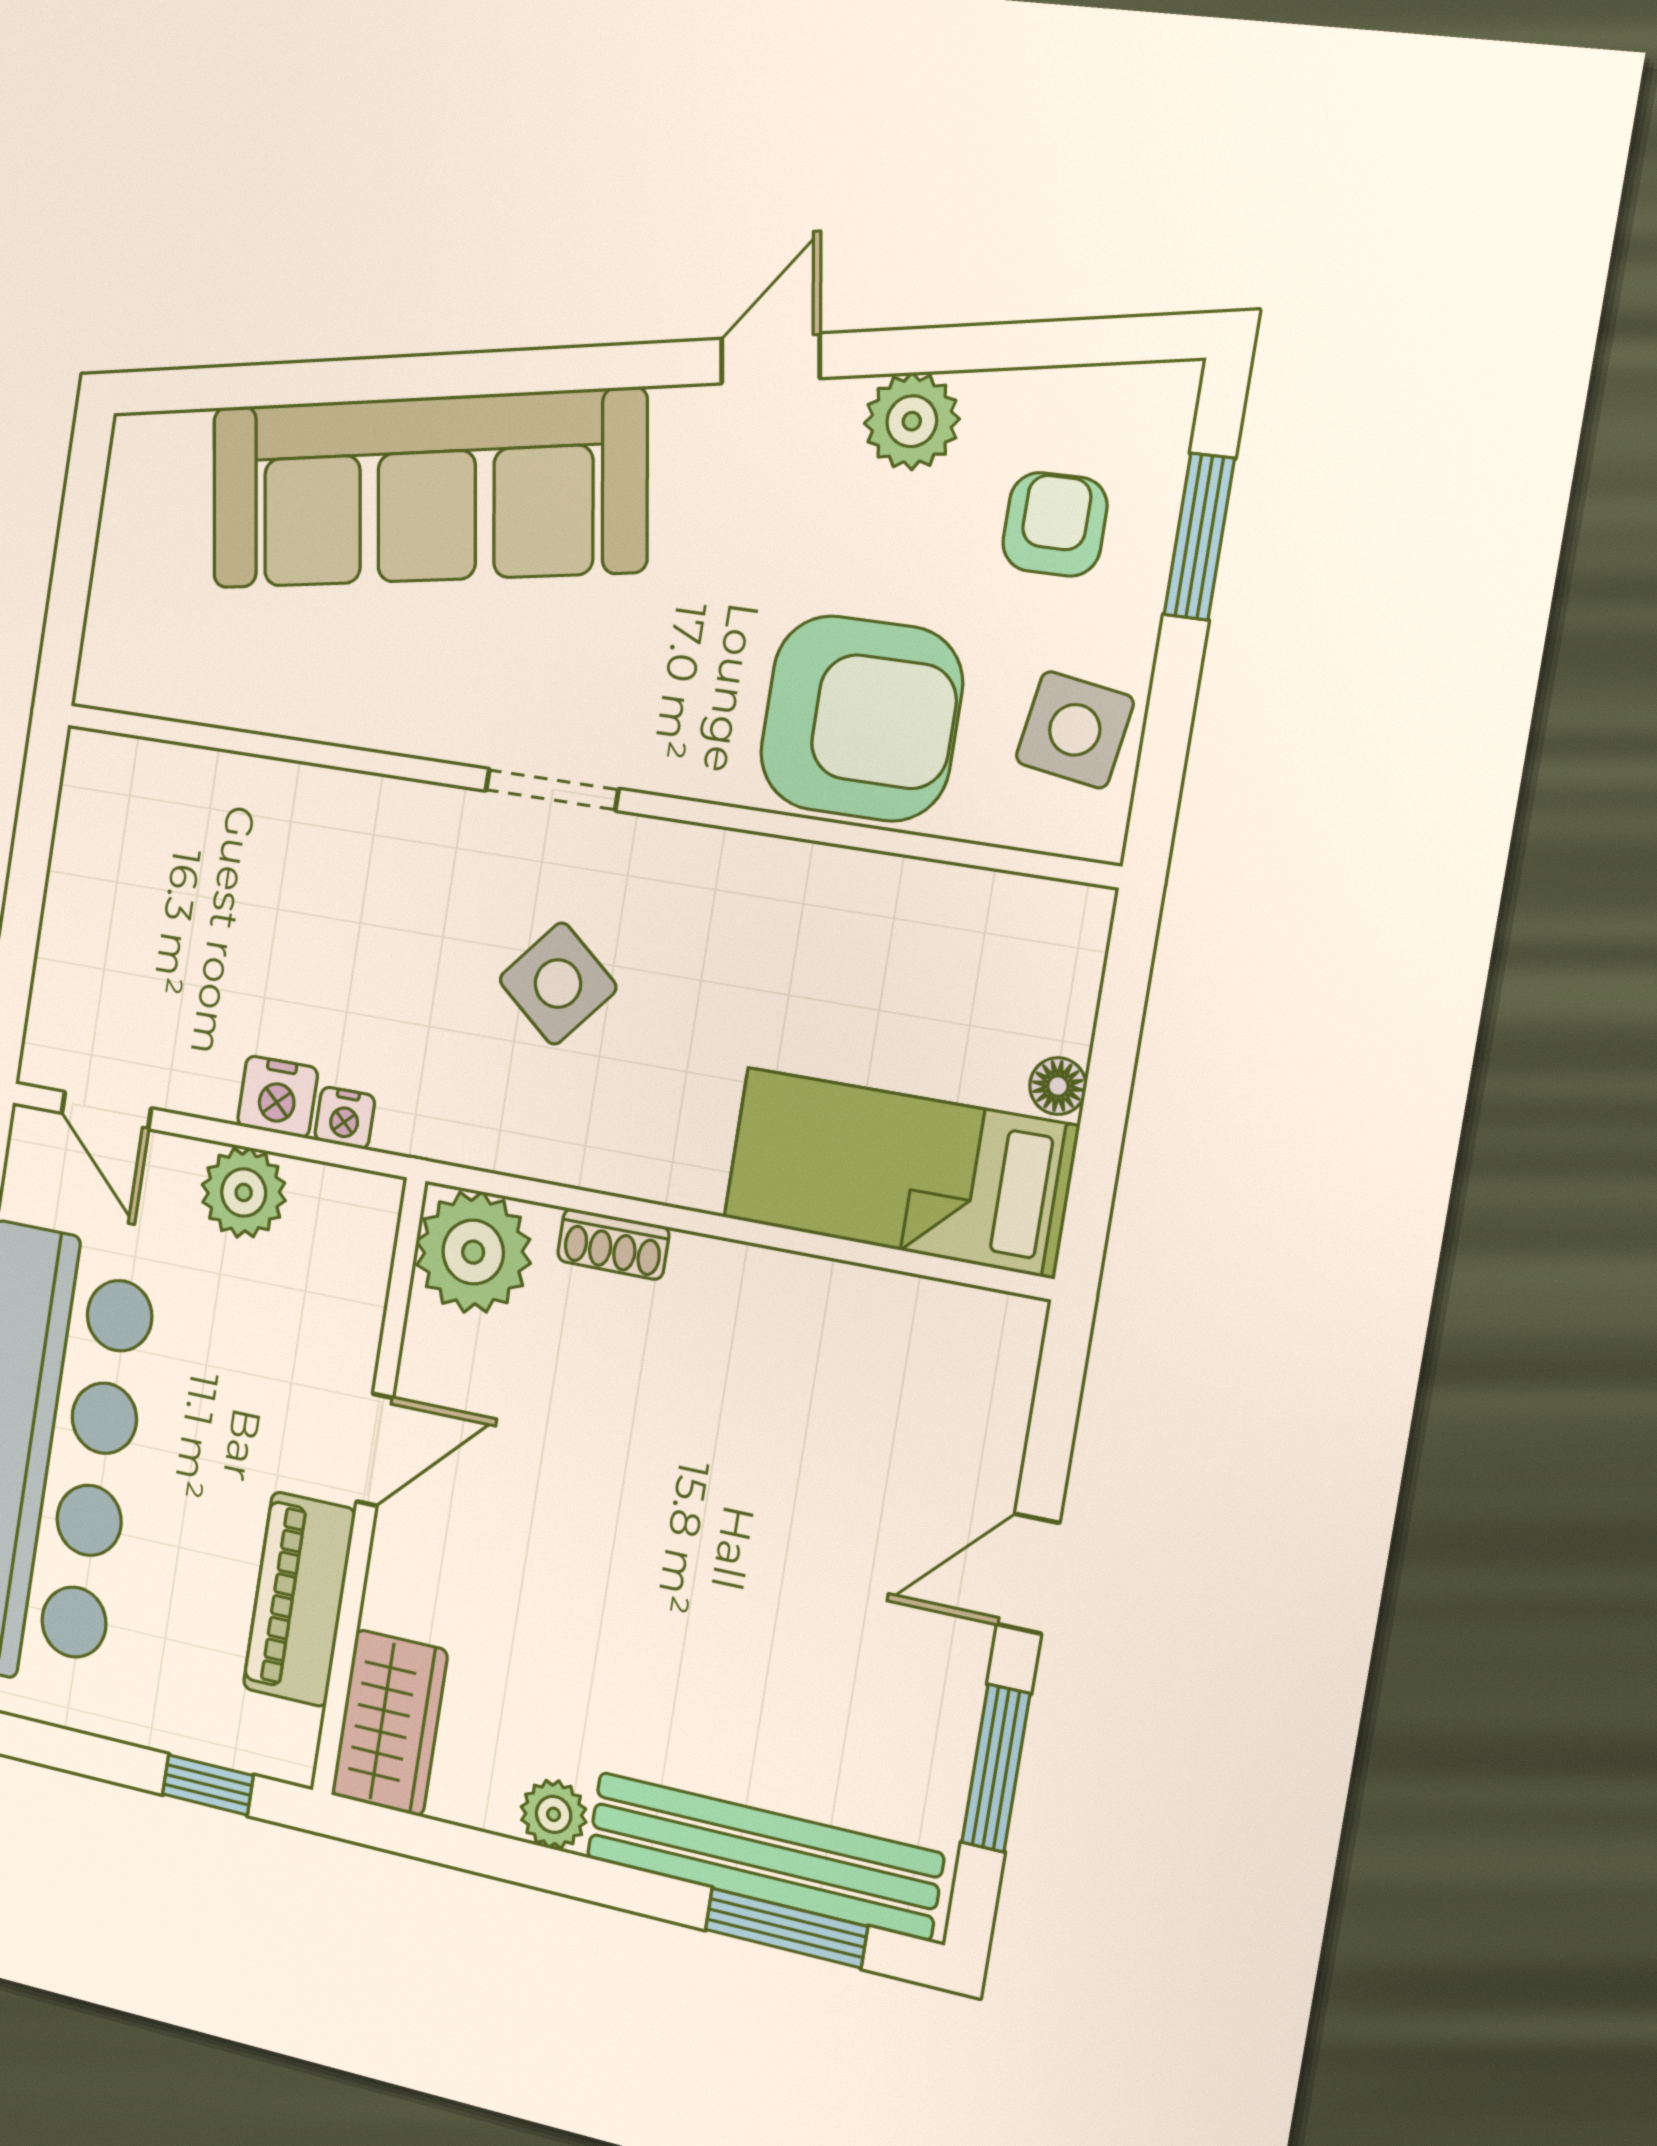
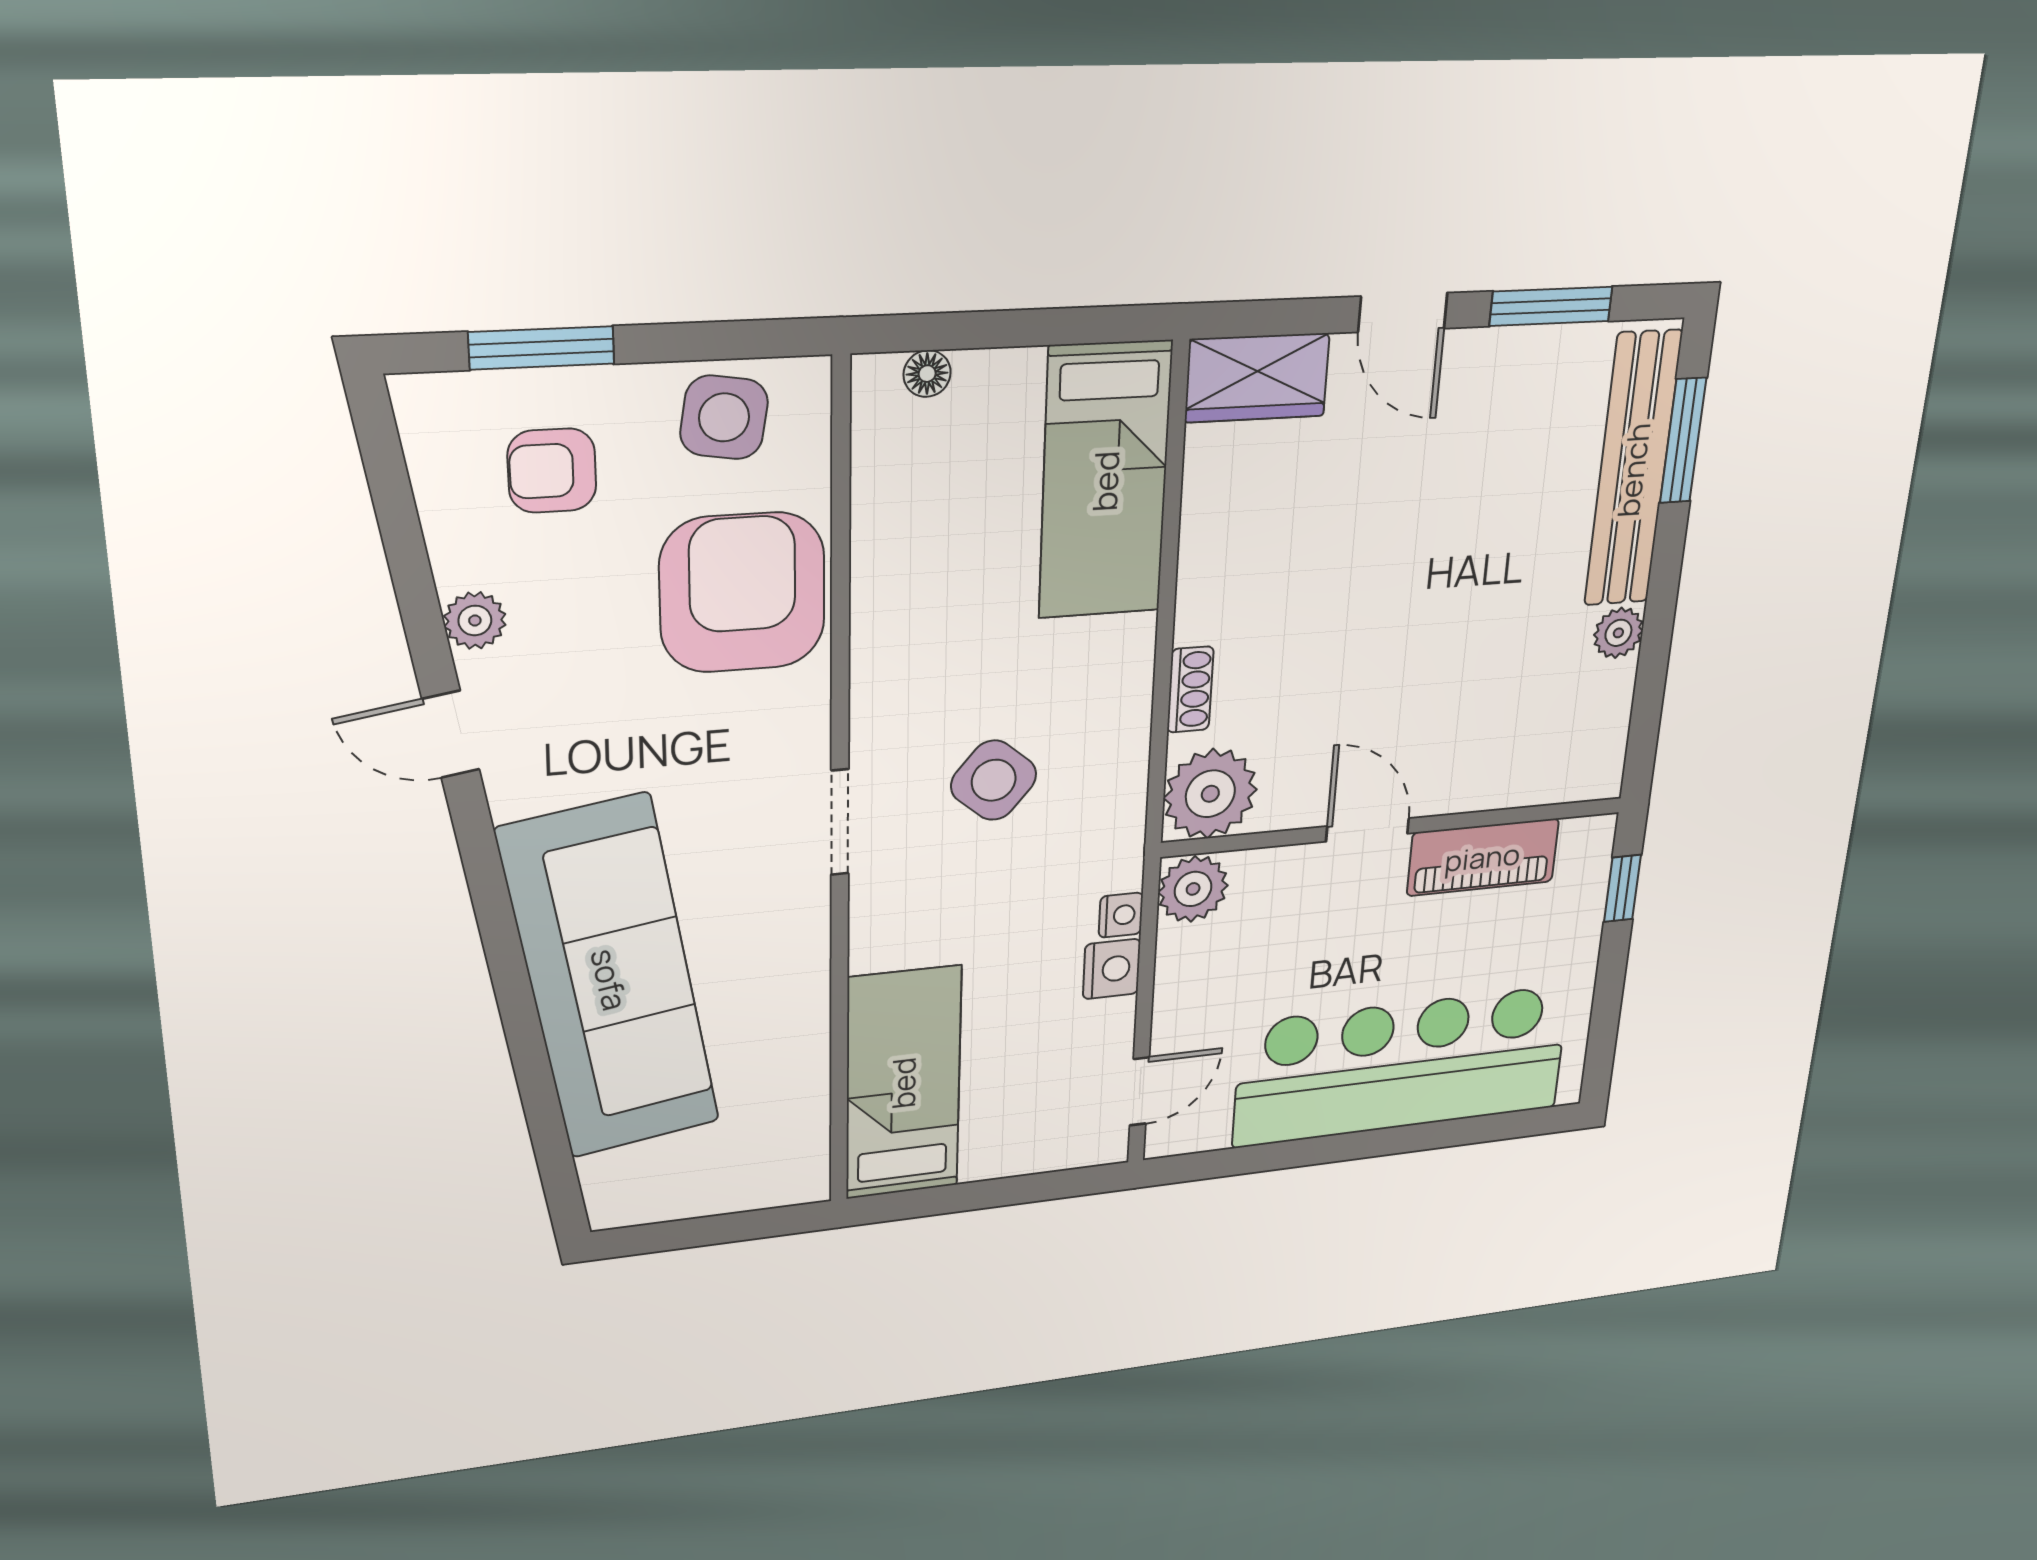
plant: (912, 421) -> (475, 620), width x0.73, depth x0.73
bed: (199, 817) -> (903, 1083), added
floor lamp: (1058, 1086) -> (927, 374), moved
plant: (244, 1192) -> (1193, 889), moved
wardrobe: (389, 1723) -> (1257, 378), moved, turned 180

